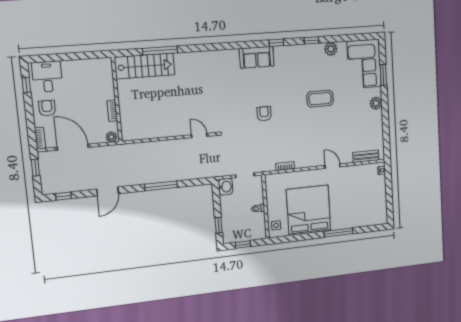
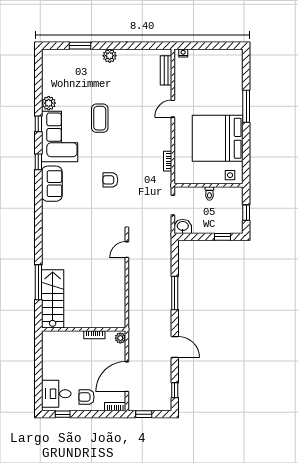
corner sofa: (364, 64) -> (60, 137), moved, turned -90

